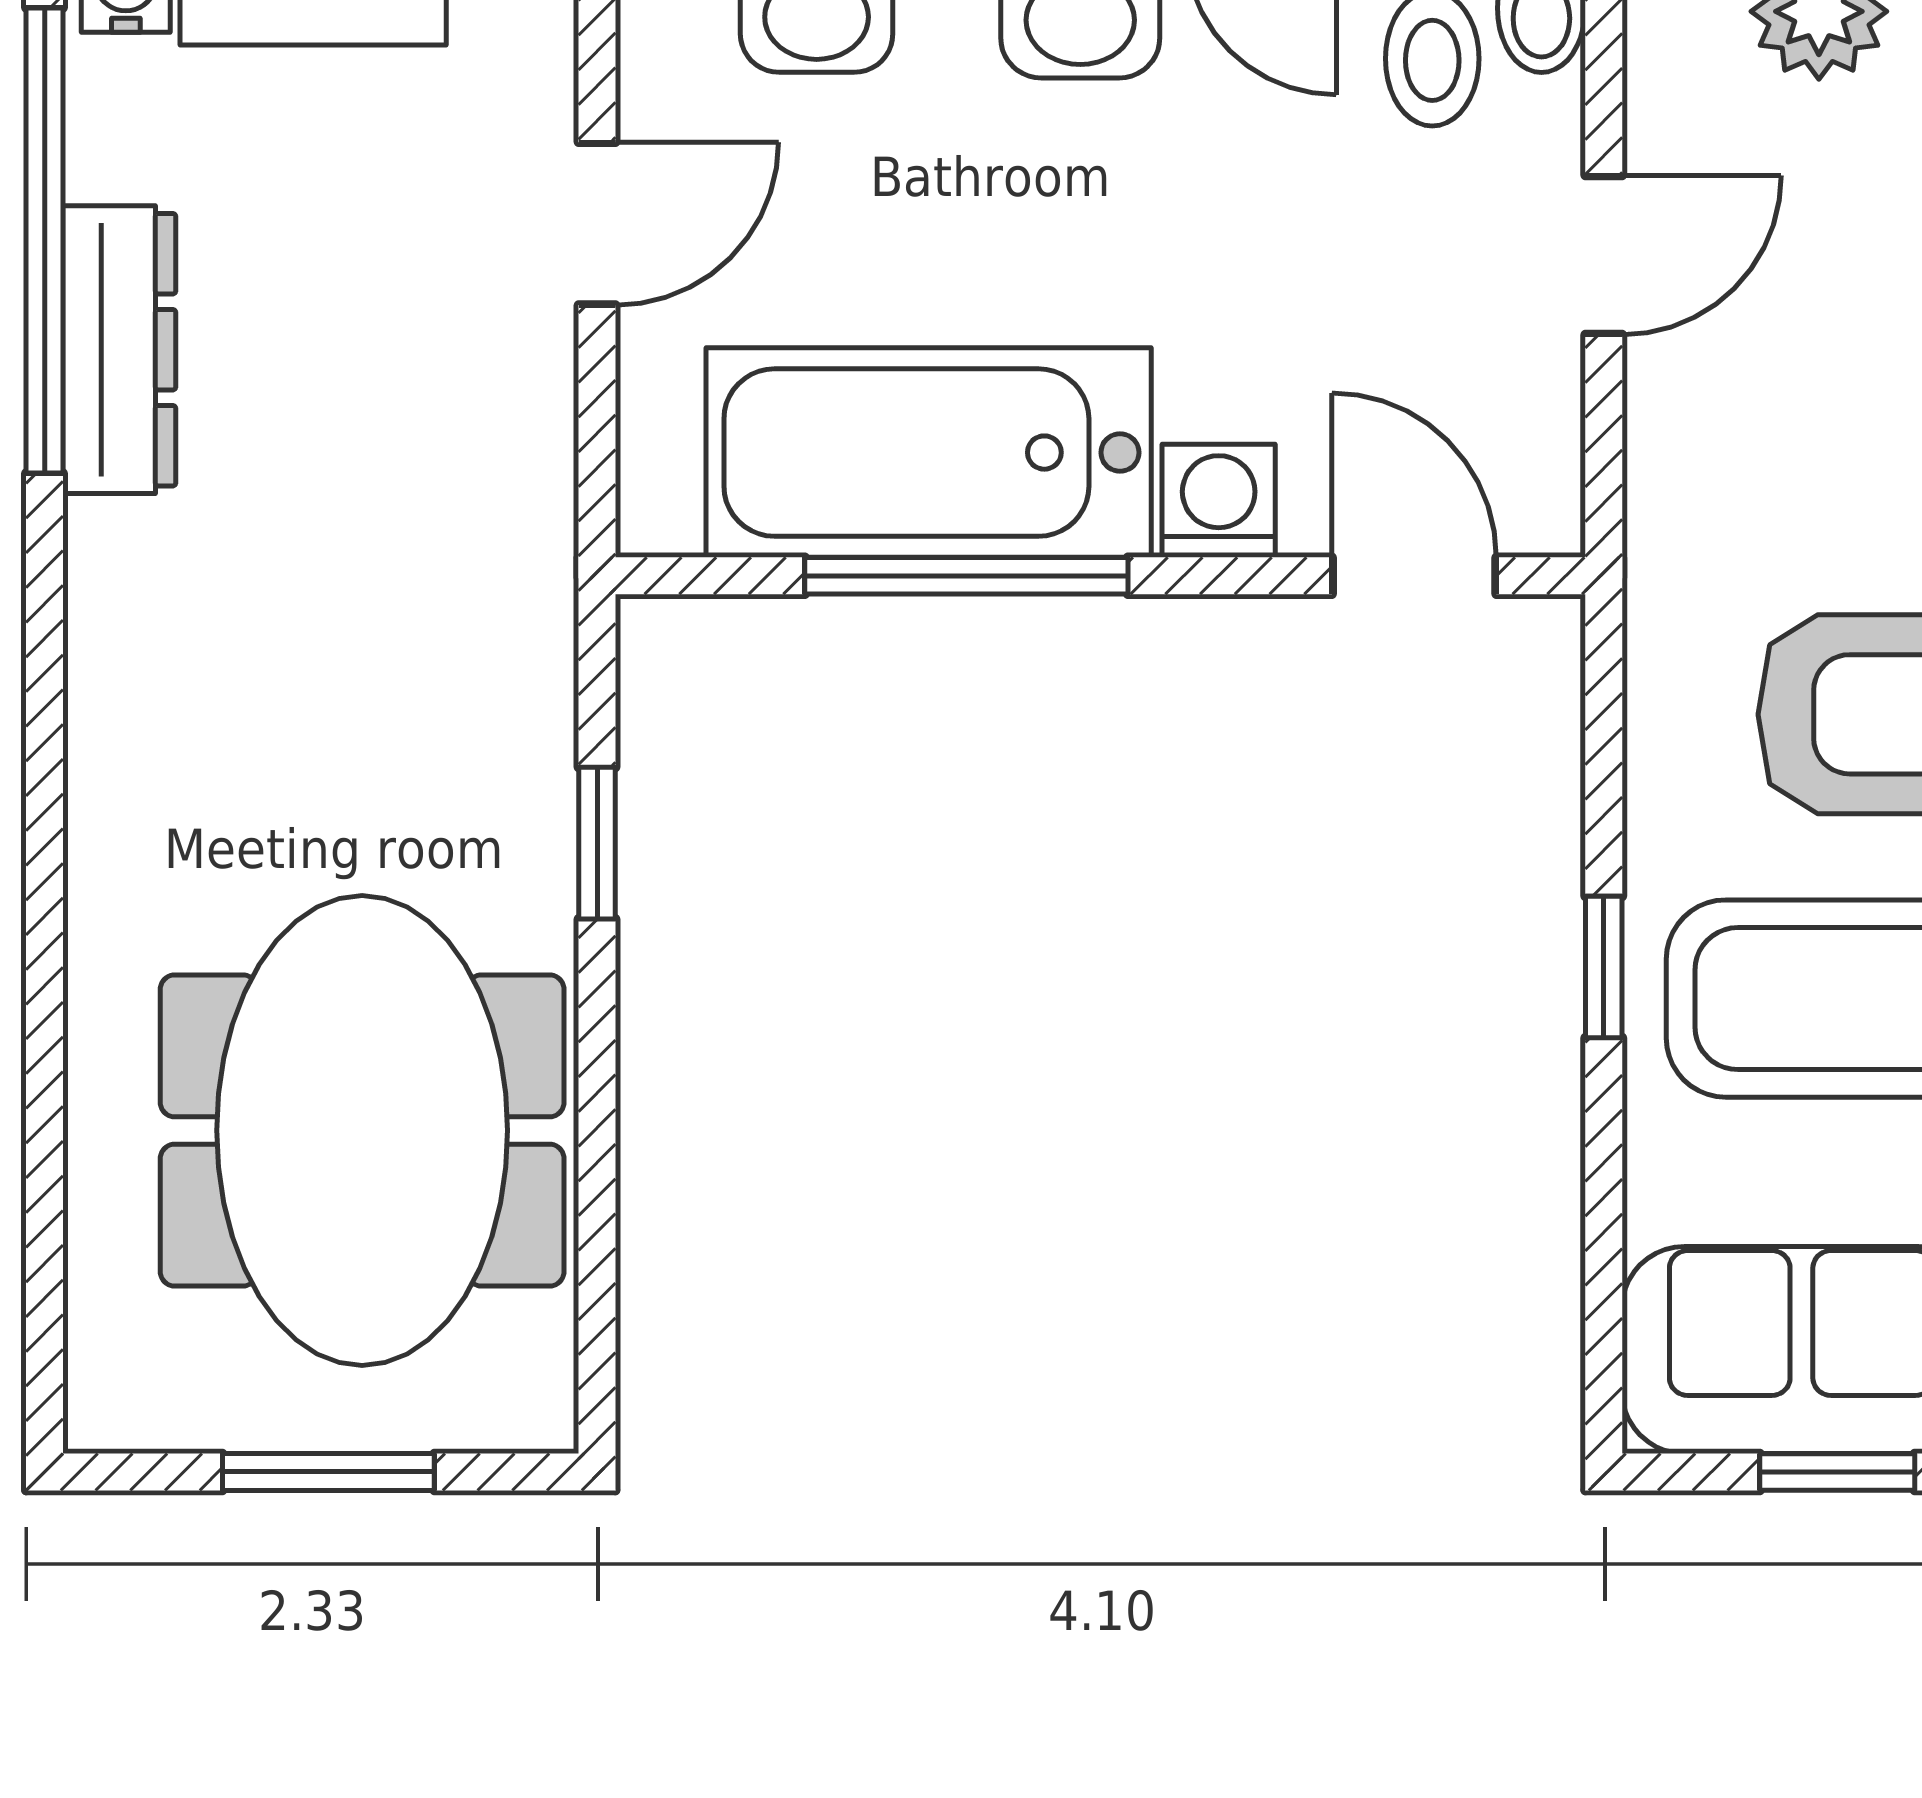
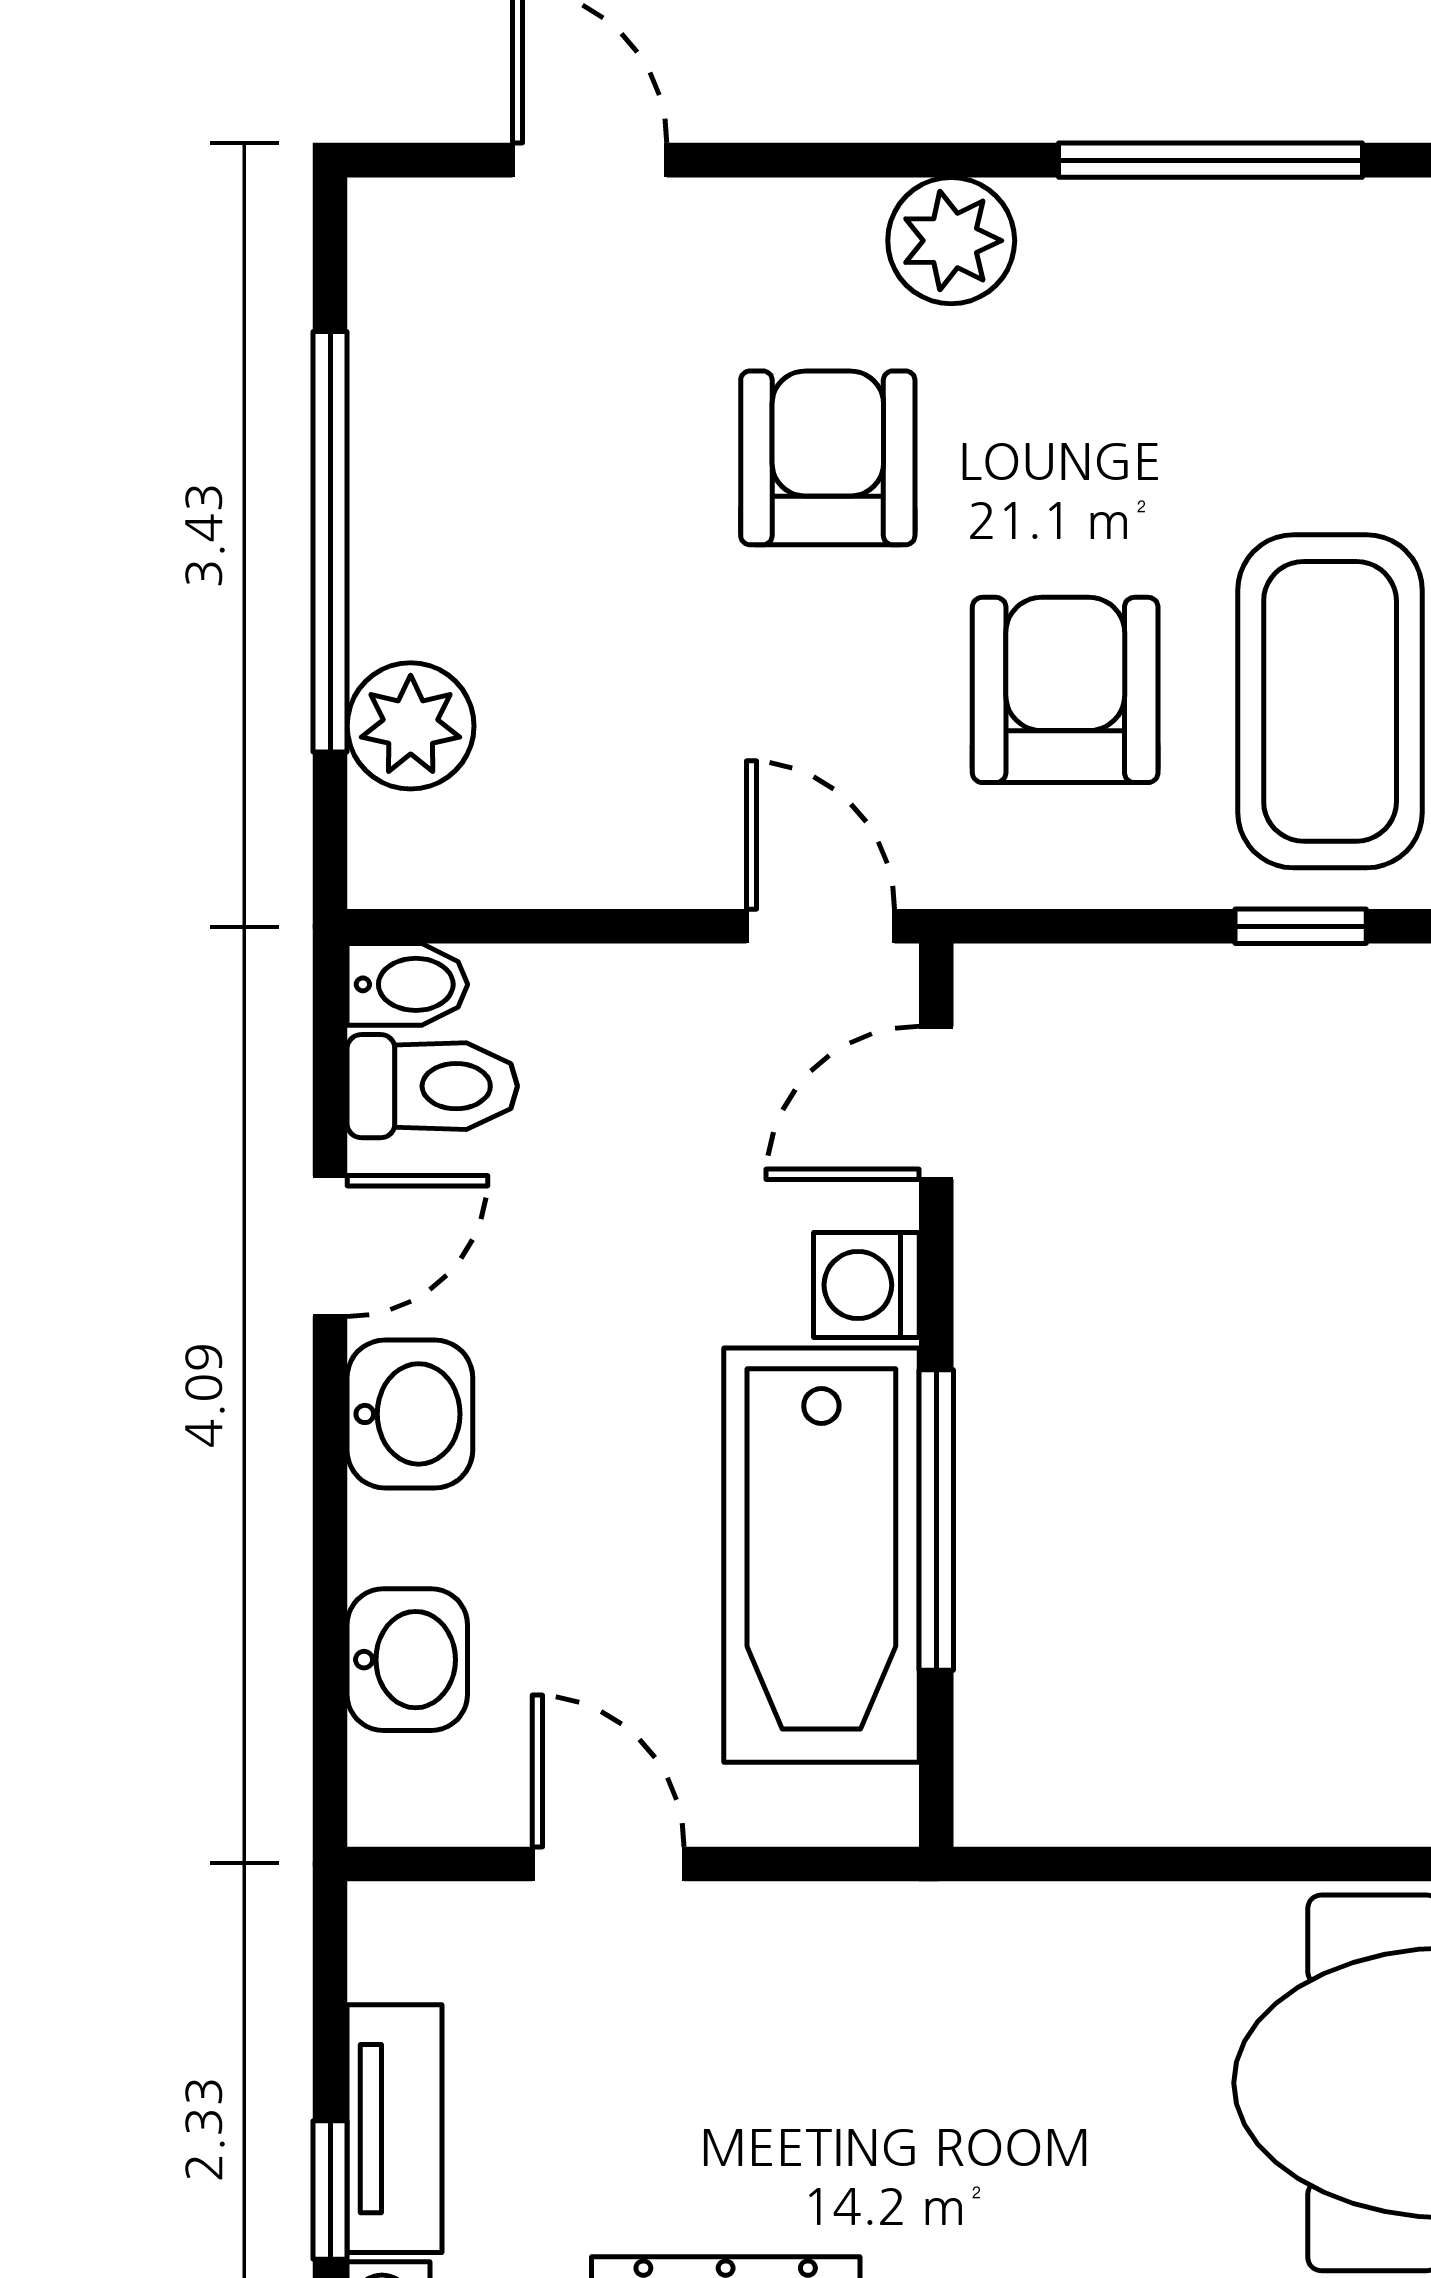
door: (1604, 255) -> (820, 926), moved
window: (597, 843) -> (1185, 1864), removed

